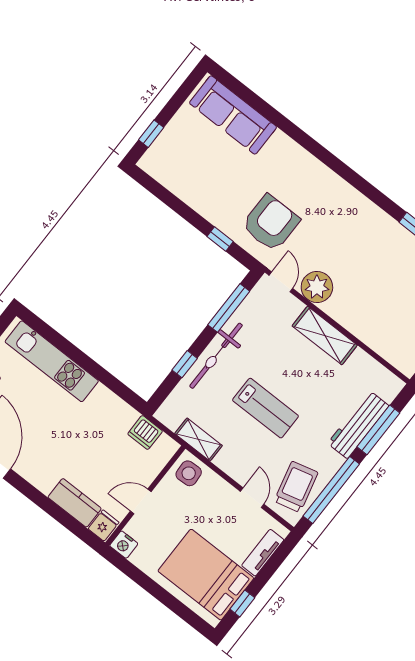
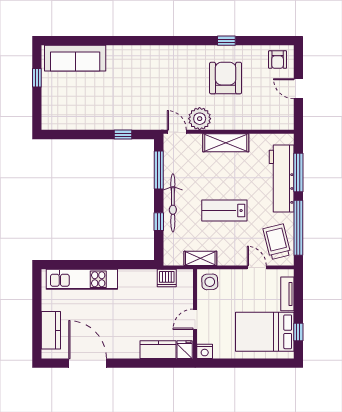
window: (151, 134) -> (37, 78), moved
armchair: (271, 223) -> (226, 78), moved
lab bench: (265, 408) -> (224, 211), turned 180
workbench: (358, 425) -> (282, 178), width x1.36, depth x1.32

